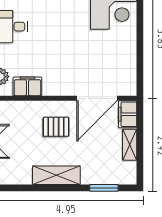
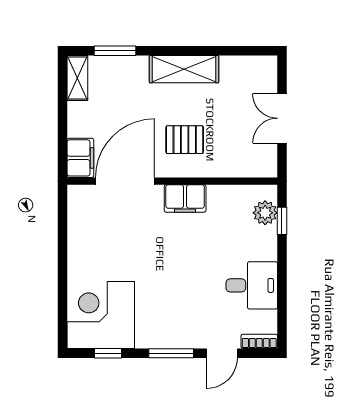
filing cabinet: (27, 86) -> (185, 198), moved
shelving: (130, 145) -> (77, 78), moved

